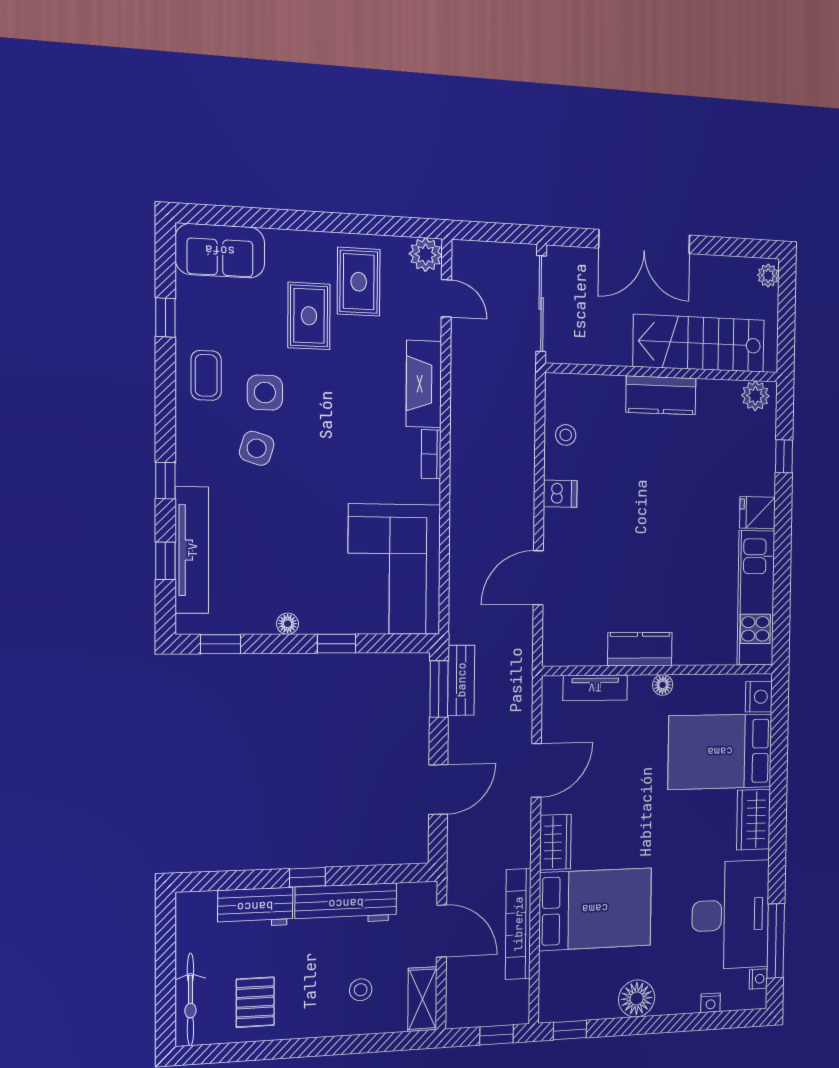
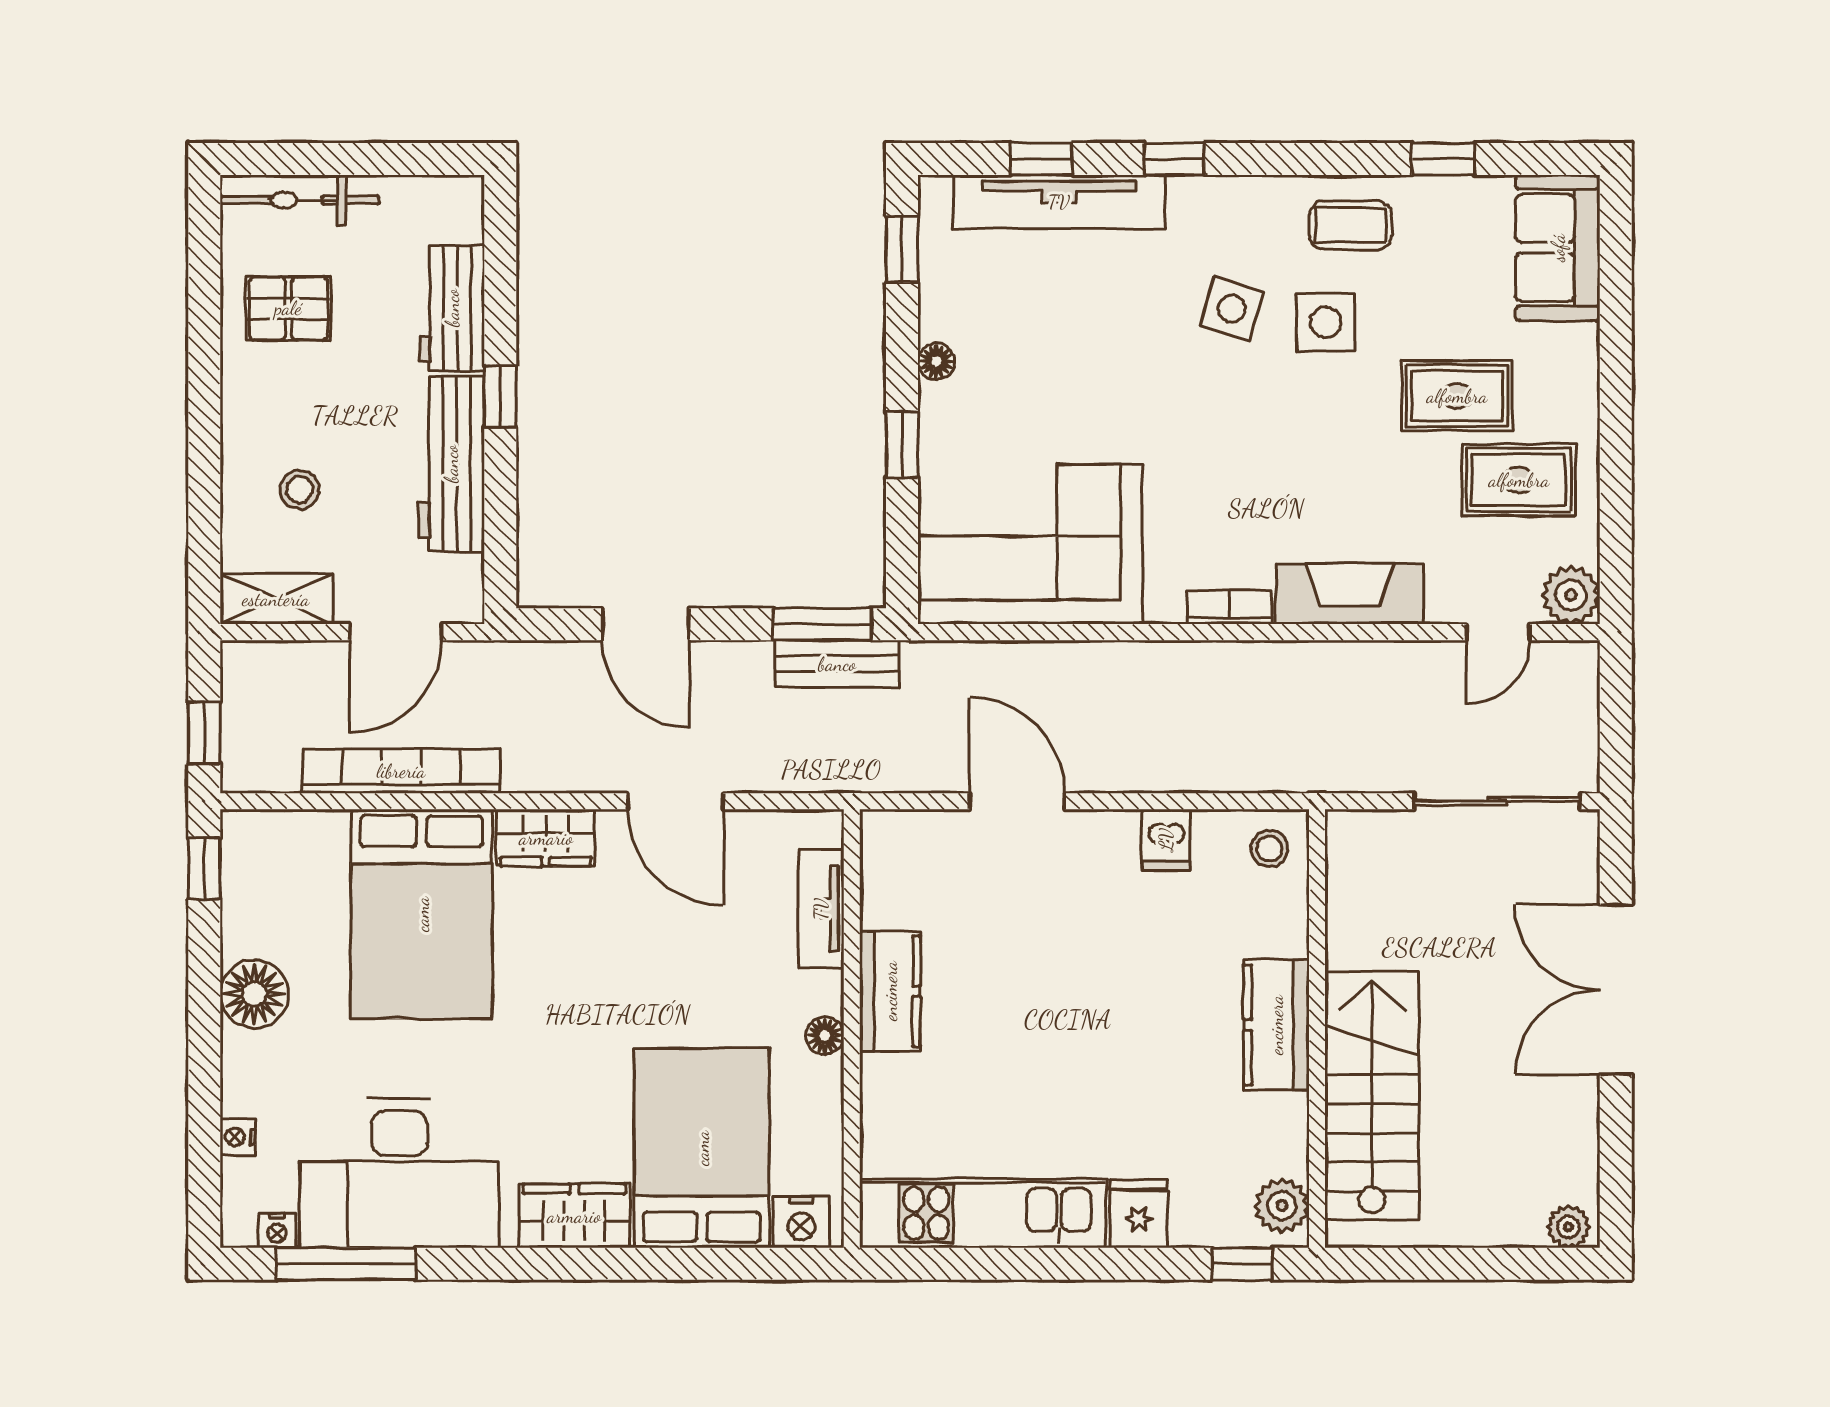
stairs: (699, 343) -> (1372, 1096), moved
wall: (663, 373) -> (1317, 1029), moved
kitchen counter: (661, 395) -> (1276, 1025), moved
plant: (755, 396) -> (1282, 1206), moved

